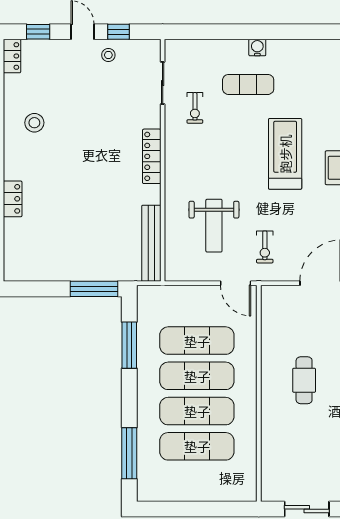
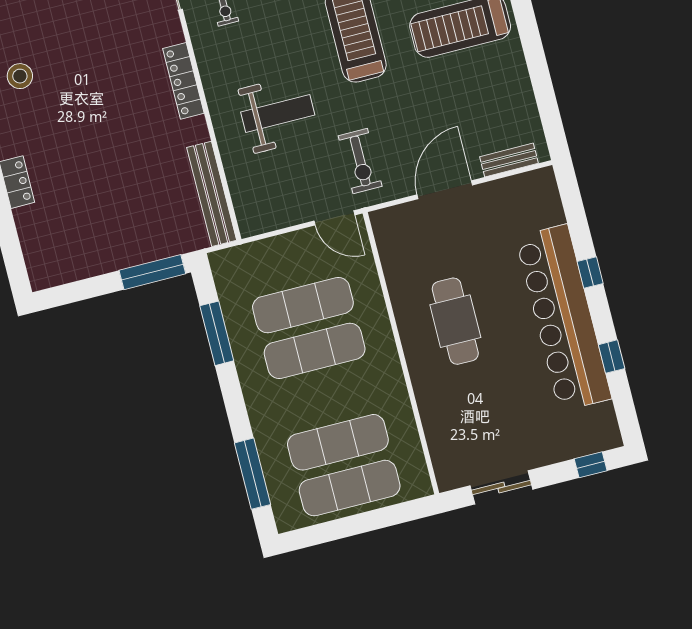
weight bench: (214, 226) -> (278, 114), moved, turned -90
exercise bike: (265, 247) -> (360, 161), width x1.38, depth x1.39
cafe table: (304, 380) -> (455, 321), width x1.37, depth x1.35
exercise mat: (197, 411) -> (350, 488), moved

